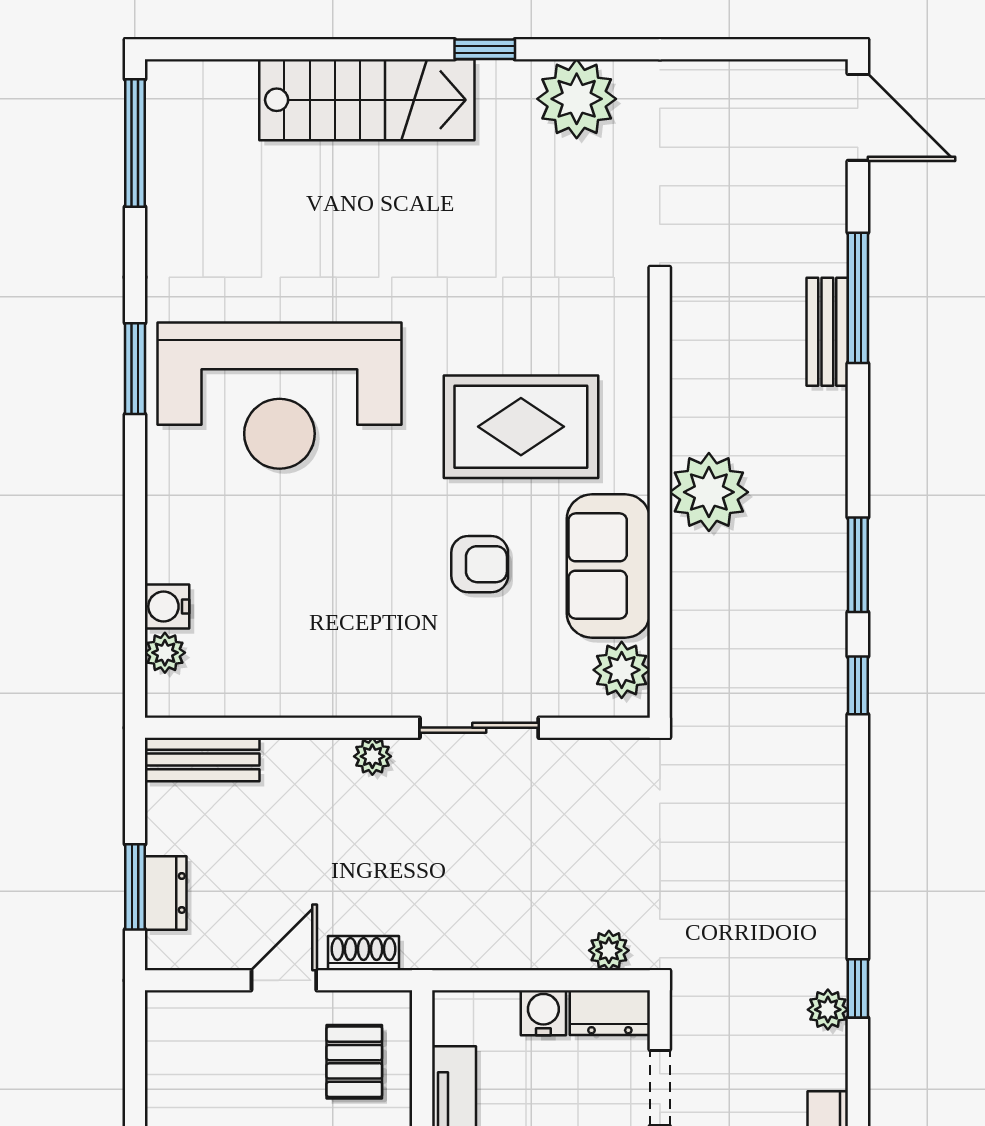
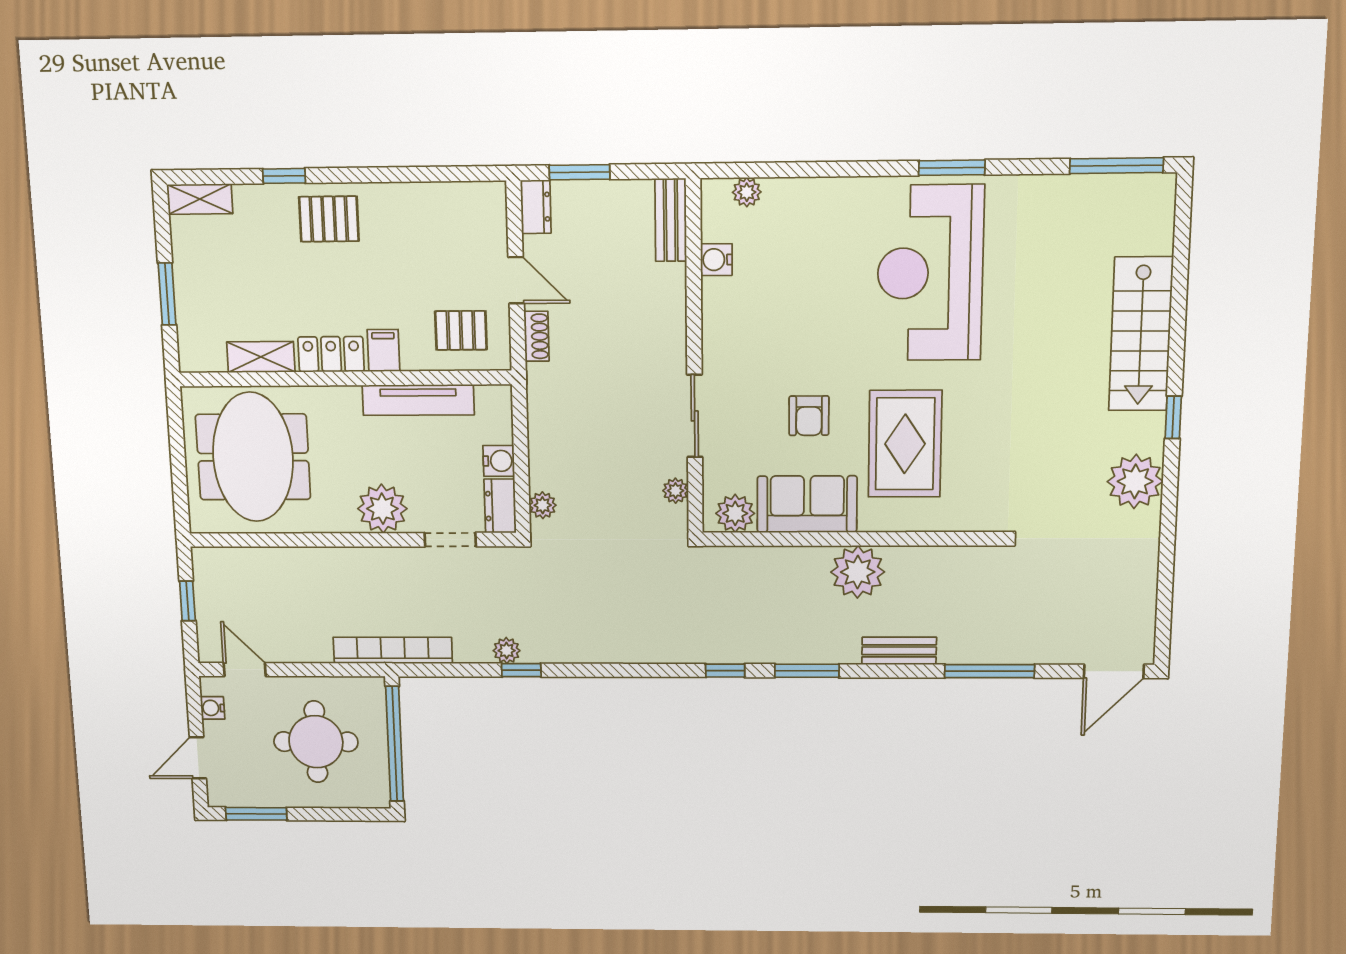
bench: (827, 332) -> (899, 651), moved
water cooler: (167, 606) -> (716, 260), moved, turned -90
plant: (372, 756) -> (676, 491), moved
dresser: (166, 893) -> (536, 207), moved, turned -90

